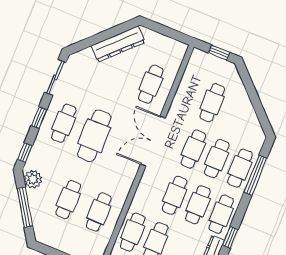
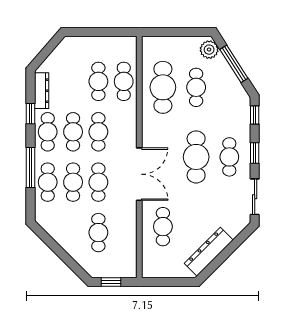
window: (255, 175) -> (31, 168), moved
plant: (33, 179) -> (209, 50), moved
cafe table: (99, 212) -> (163, 87), width x1.37, depth x1.35

